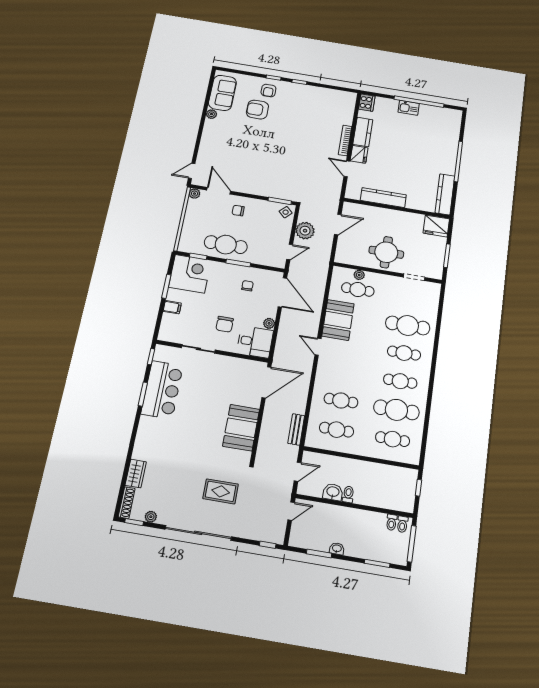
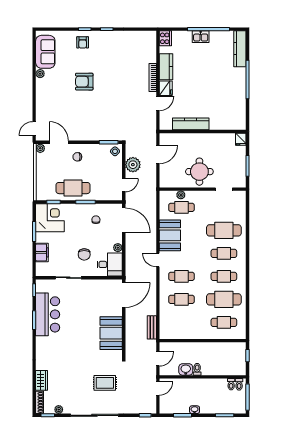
armchair: (257, 110) -> (84, 82), moved
door: (347, 169) -> (158, 103), swing flipped
kitchen counter: (445, 194) -> (240, 49), moved
fridge: (436, 226) -> (241, 139), width x0.53, depth x0.75
filing cabinet: (172, 307) -> (42, 252), width x2.00
cafe table: (336, 430) -> (181, 276), moved

